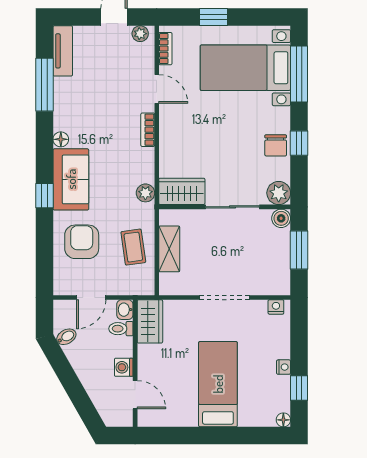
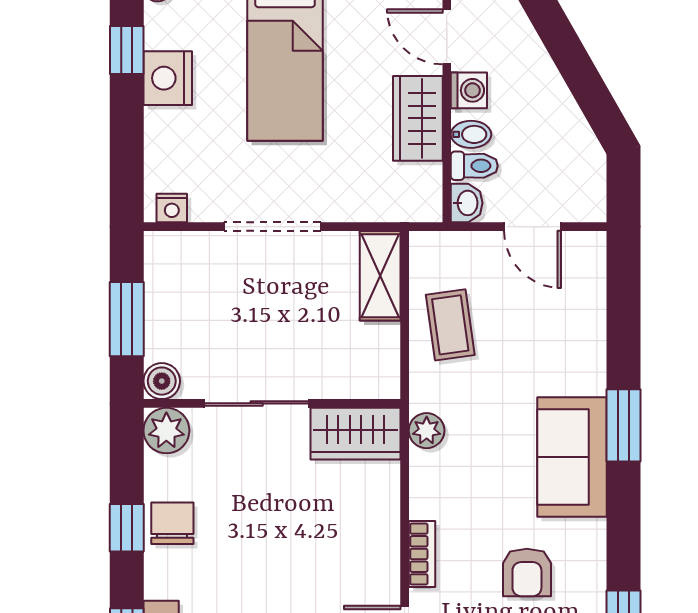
floor lamp: (61, 139) -> (592, 535), removed
window: (44, 196) -> (624, 425), width x1.50
armchair: (82, 242) -> (527, 572), moved, width x0.72, depth x0.72
shelving: (169, 249) -> (380, 276), moved
door: (91, 297) -> (533, 227), swing flipped
wardrobe: (150, 321) -> (418, 118), moved
bidet: (66, 337) -> (471, 134), moved, turned -150
nightstand: (284, 367) -> (168, 78), width x1.89, depth x1.79

